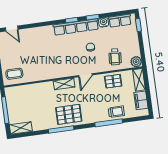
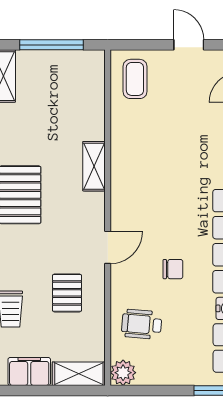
door: (85, 75) -> (108, 247), swing flipped
pallet: (113, 81) -> (67, 293), moved
shelving: (64, 84) -> (94, 166), moved

